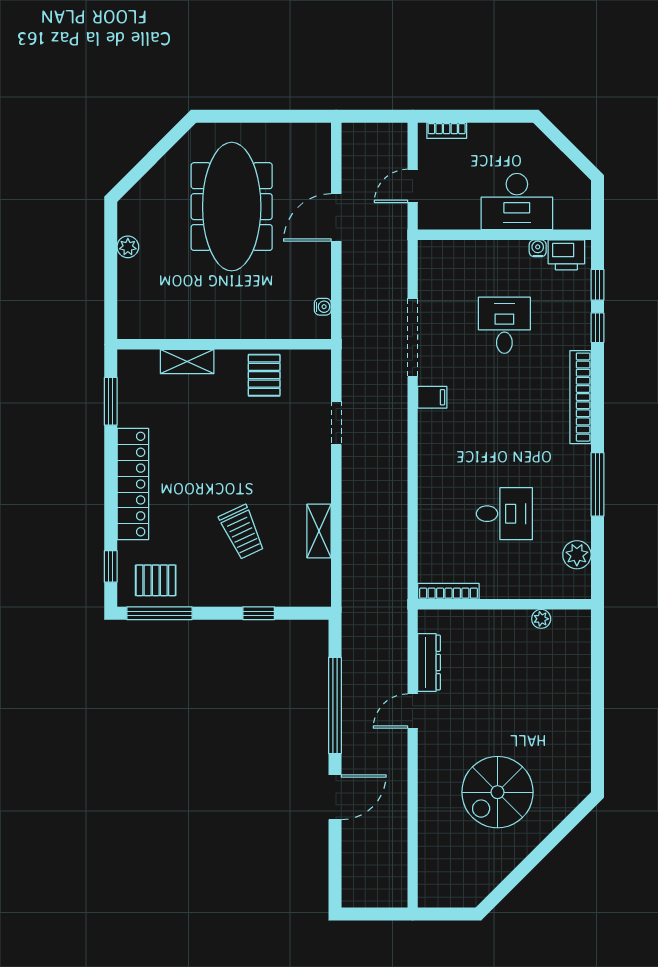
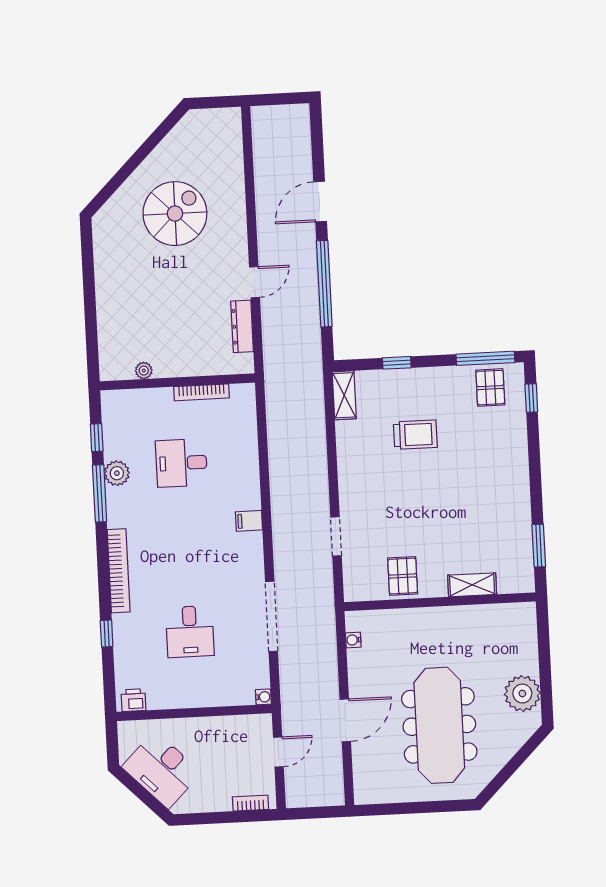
desk: (517, 202) -> (162, 770), moved, turned -135
plant: (128, 247) -> (522, 694), width x1.88, depth x1.88
water cooler: (538, 248) -> (263, 697), moved, turned -90
printer: (566, 255) -> (133, 700), width x0.73, depth x0.81
window: (597, 285) -> (97, 438), moved
filing cabinet: (432, 397) -> (249, 521), moved
locker: (133, 484) -> (515, 473), removed
shelving: (319, 531) -> (344, 395), moved
trolley: (242, 532) -> (415, 435), turned 115
plant: (577, 555) -> (117, 473), moved
pallet: (156, 580) -> (490, 388), turned 90
bookcase: (448, 591) -> (201, 392), moved

